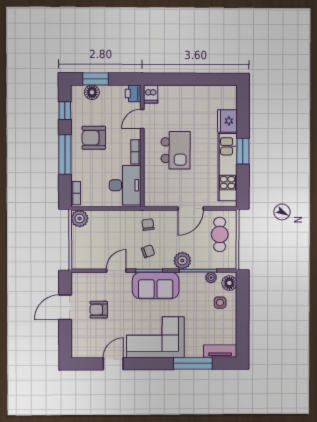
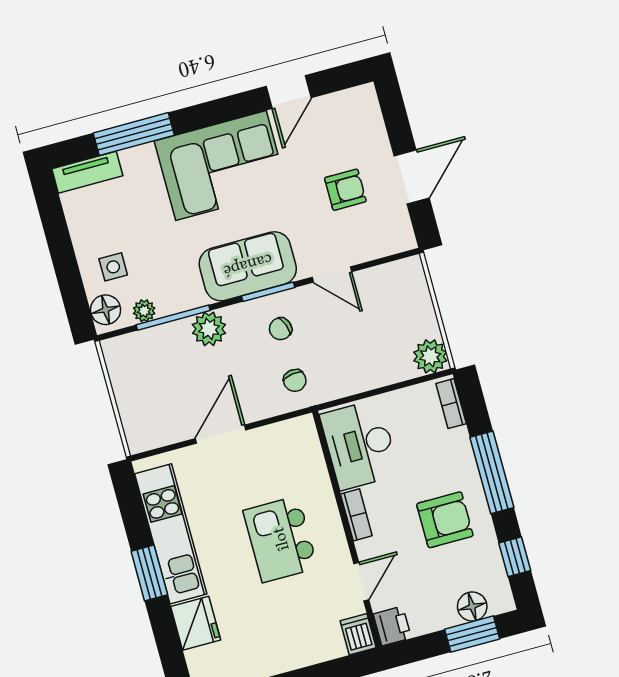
cafe table: (220, 234) -> (150, 399), removed
door: (116, 271) -> (332, 274), hinge flipped

